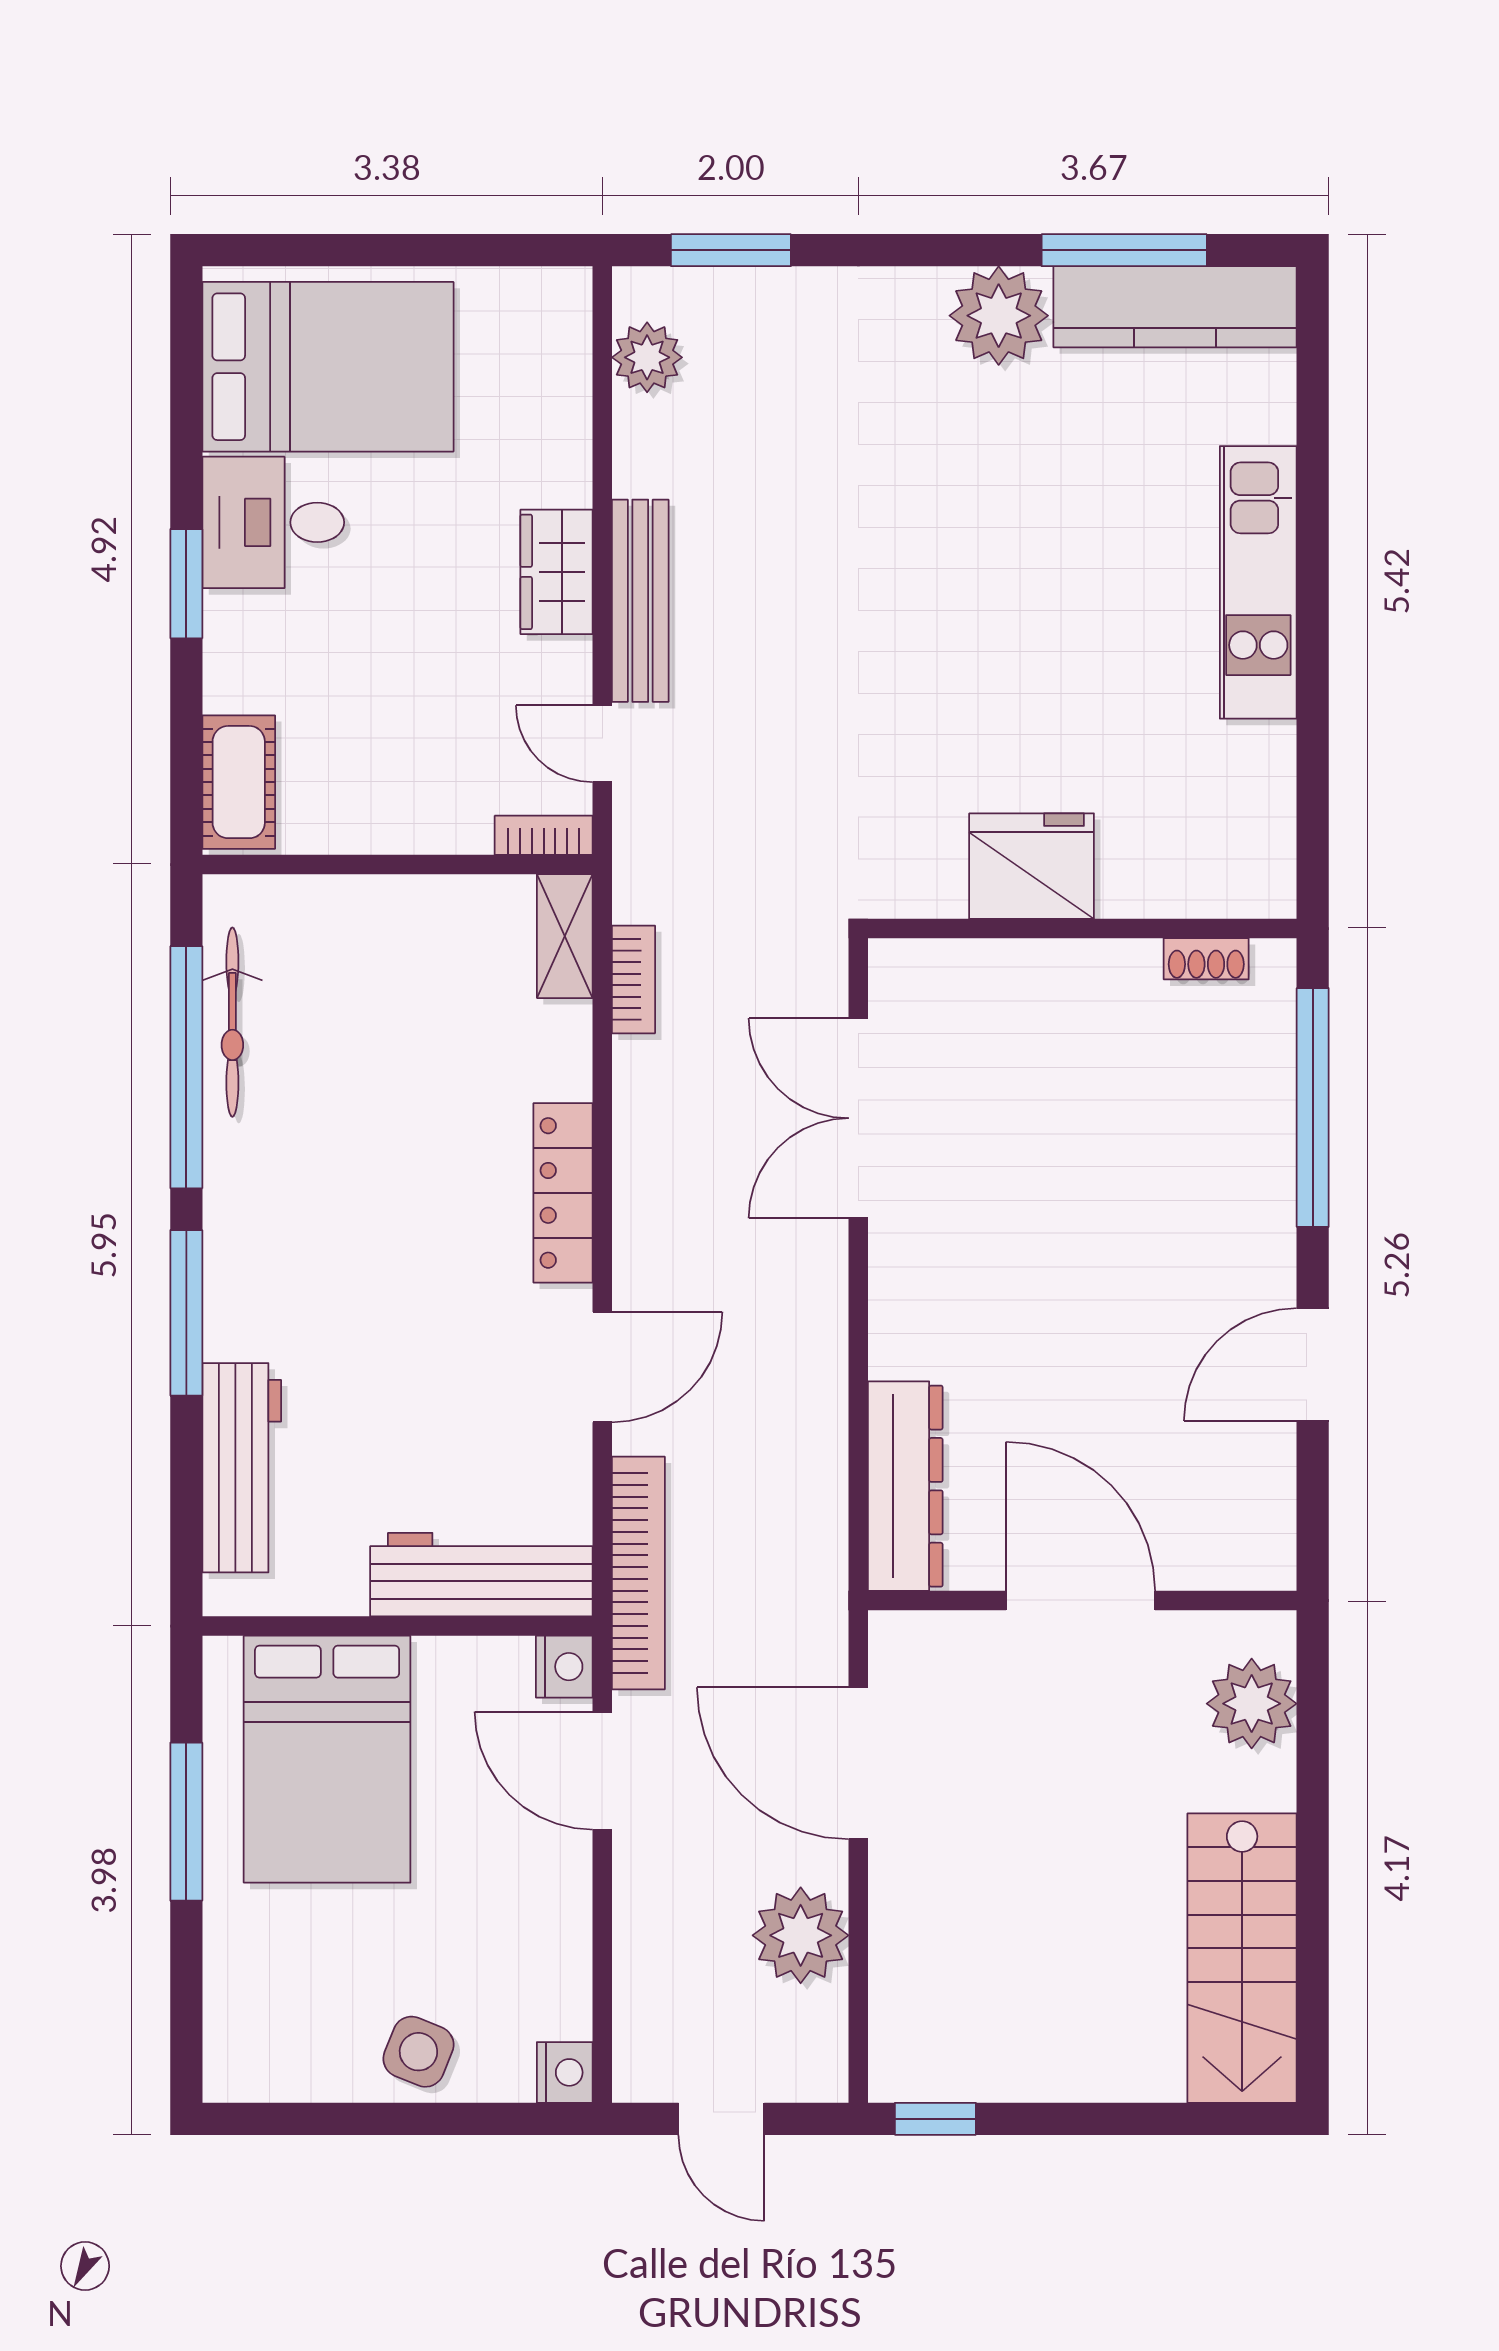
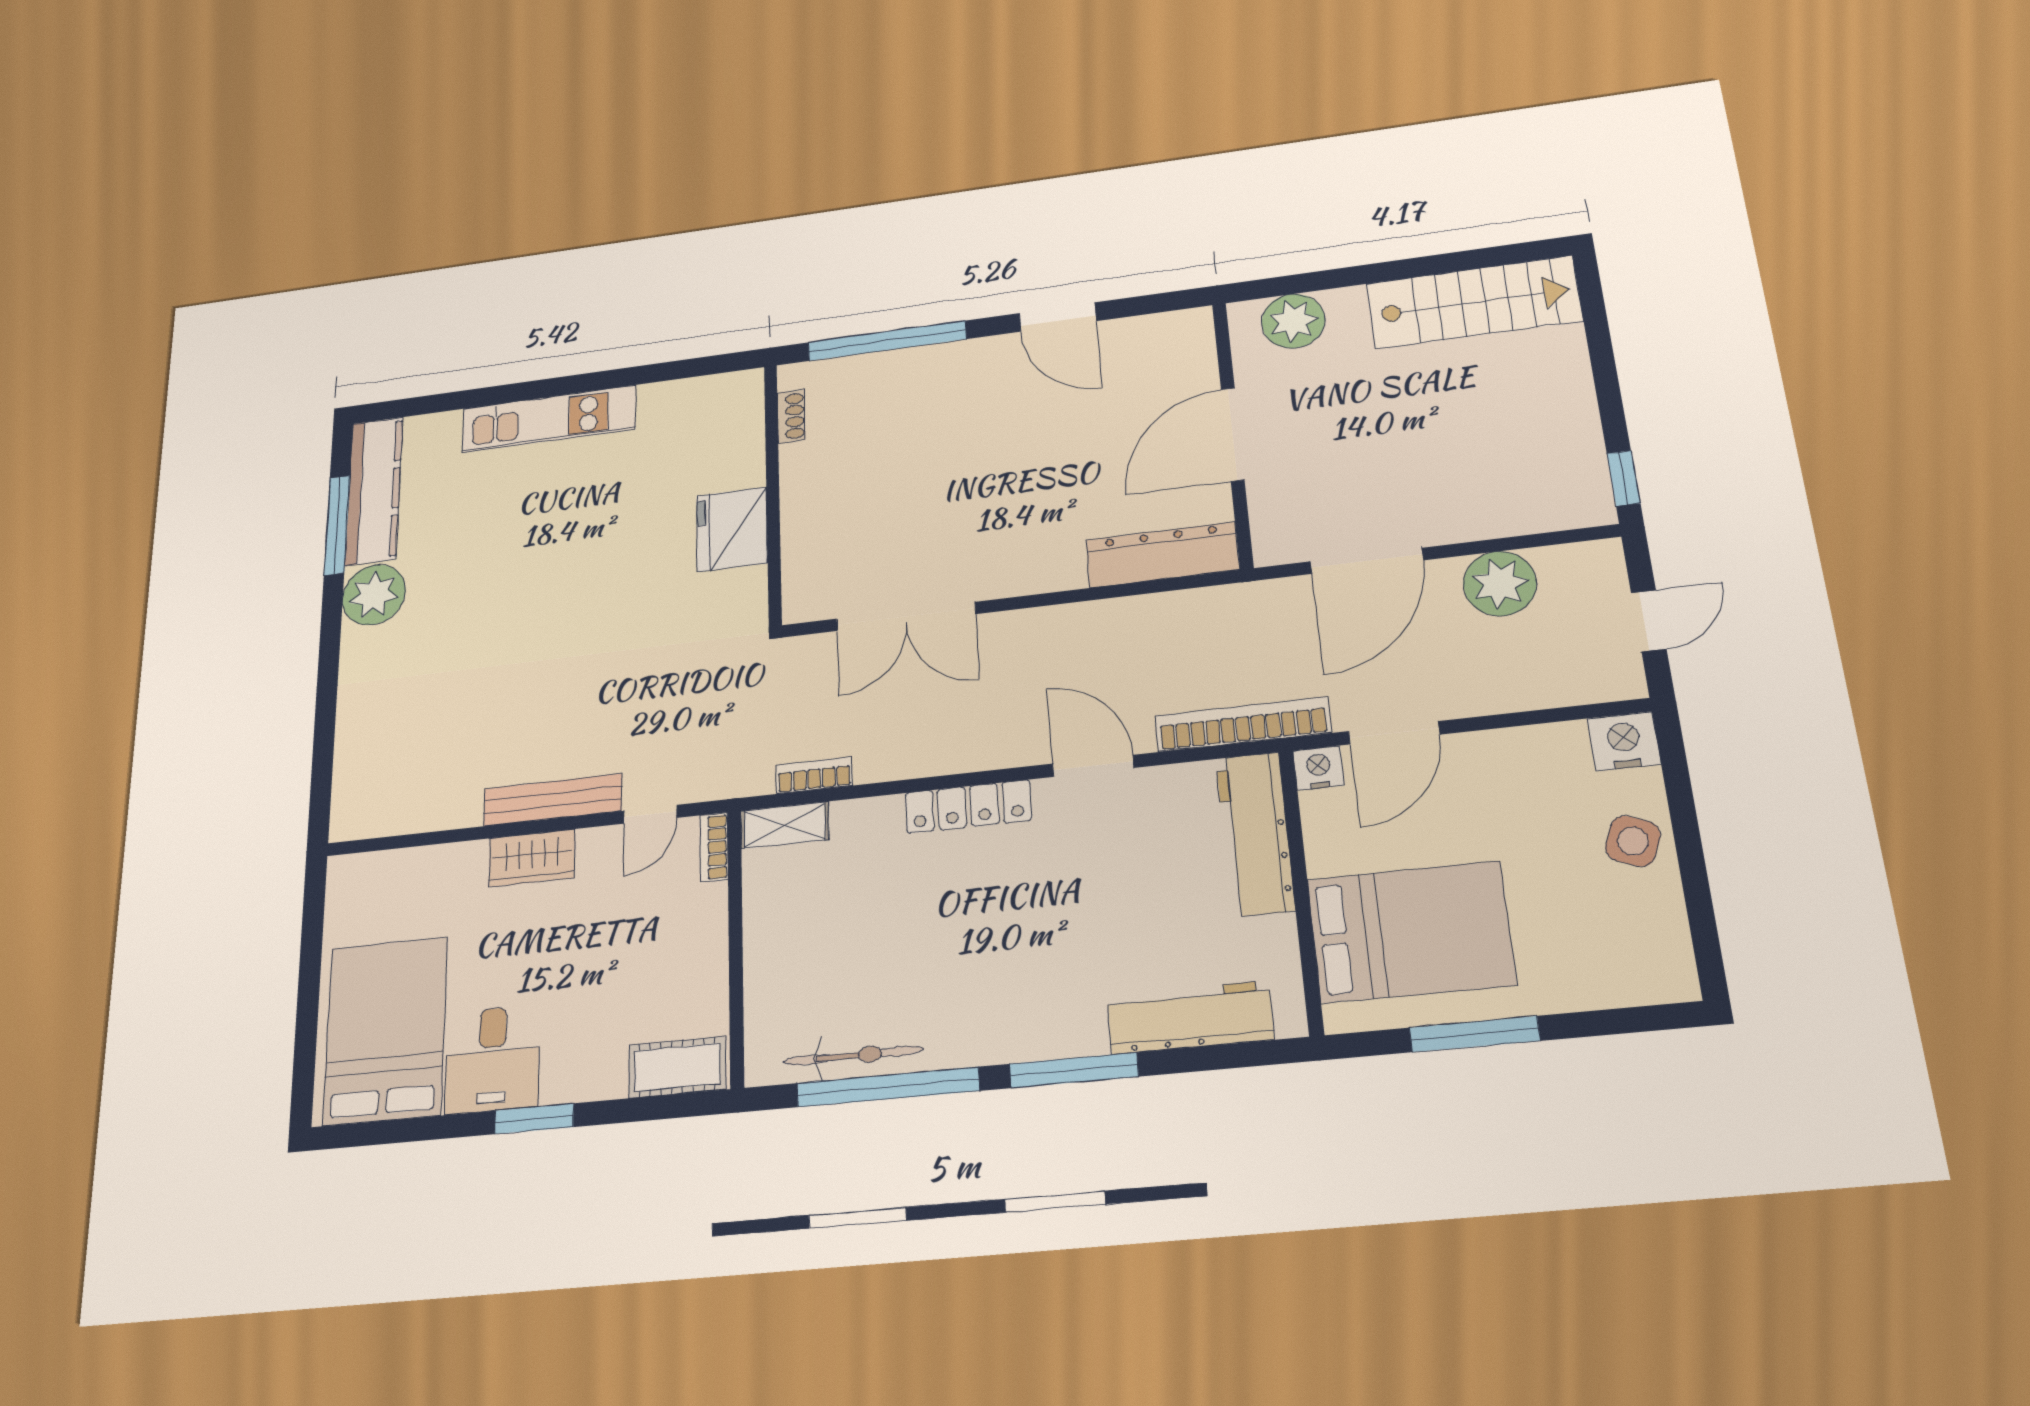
window: (731, 250) -> (322, 767), removed
plant: (647, 357) -> (390, 814), removed
nightstand: (565, 2072) -> (1624, 741), width x1.36, depth x1.33

